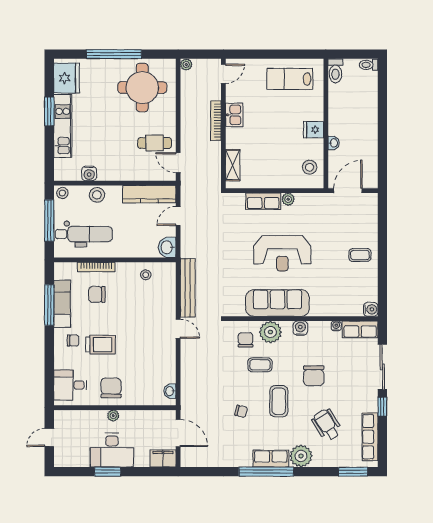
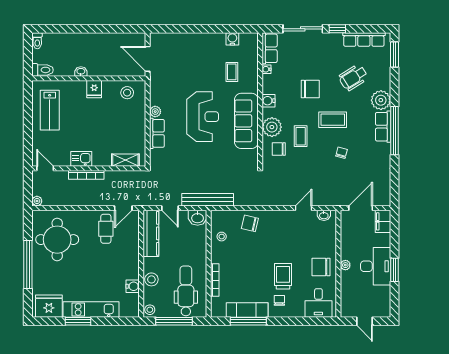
washbasin: (334, 143) -> (81, 72), moved
coffee table: (360, 255) -> (232, 72), moved
bench: (188, 288) -> (208, 200), moved
chair: (97, 294) -> (250, 223), moved, turned 103
water cooler: (371, 309) -> (232, 39), moved
door: (178, 329) -> (304, 208), moved

